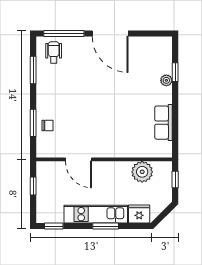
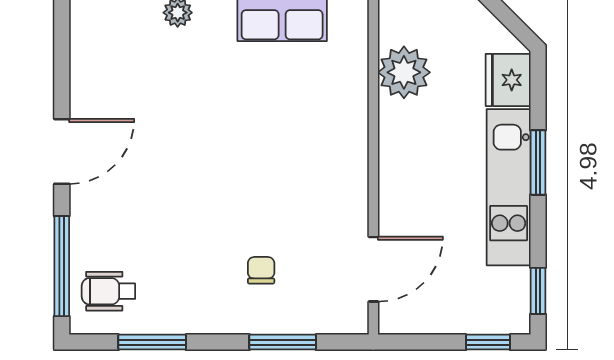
door: (110, 33) -> (62, 151), width x0.73
chair: (48, 126) -> (261, 270), moved
door: (78, 159) -> (373, 269), moved
window: (33, 186) -> (488, 342), moved

